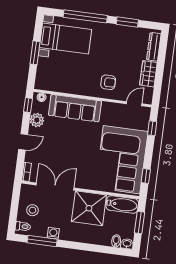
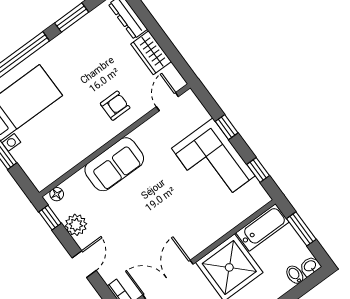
sofa: (75, 108) -> (114, 164), width x0.73
window: (152, 128) -> (227, 127), moved
corner sofa: (122, 160) -> (213, 162), width x0.73, depth x0.74

